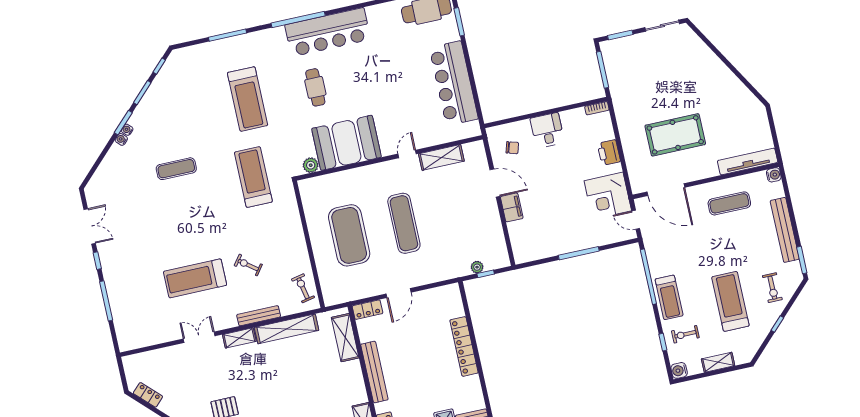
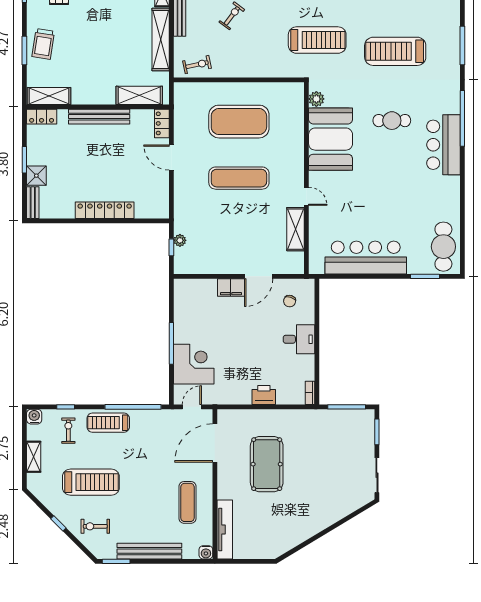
bar counter: (328, 32) -> (444, 145), width x0.73
corner desk: (608, 196) -> (194, 364), moved, turned 90

